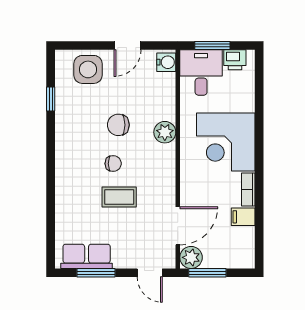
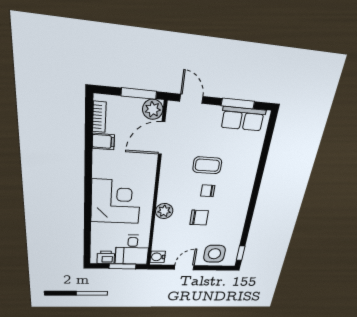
window: (51, 99) -> (241, 253), moved
bookcase: (248, 190) -> (99, 117), moved

